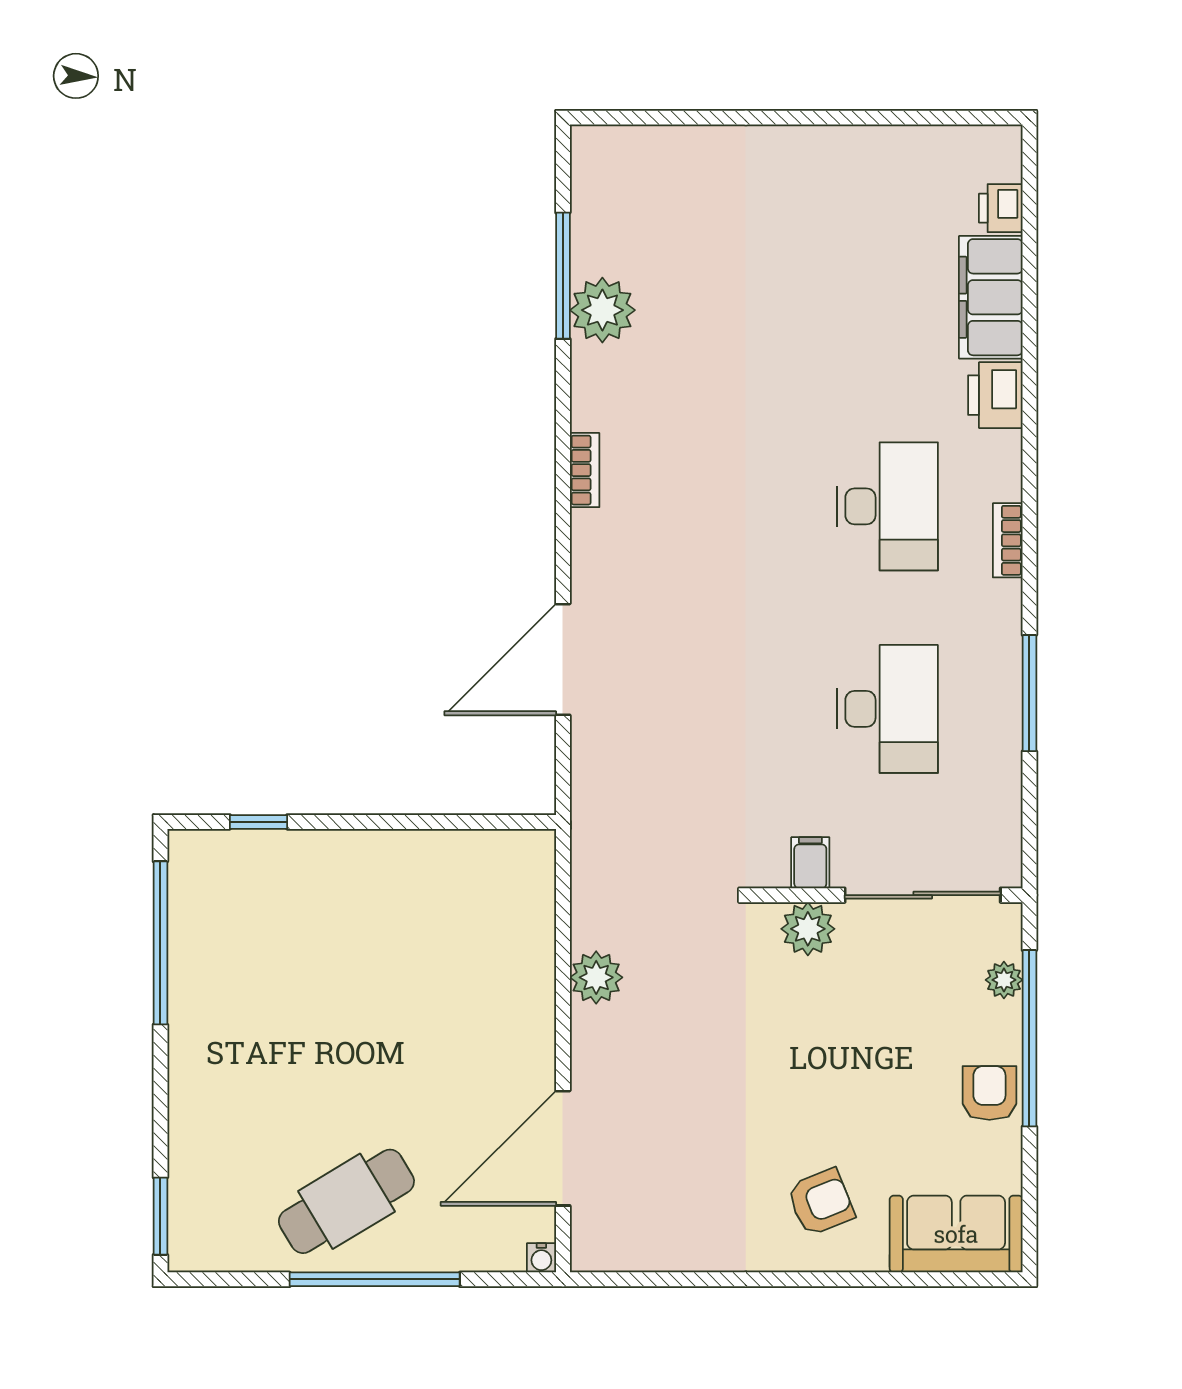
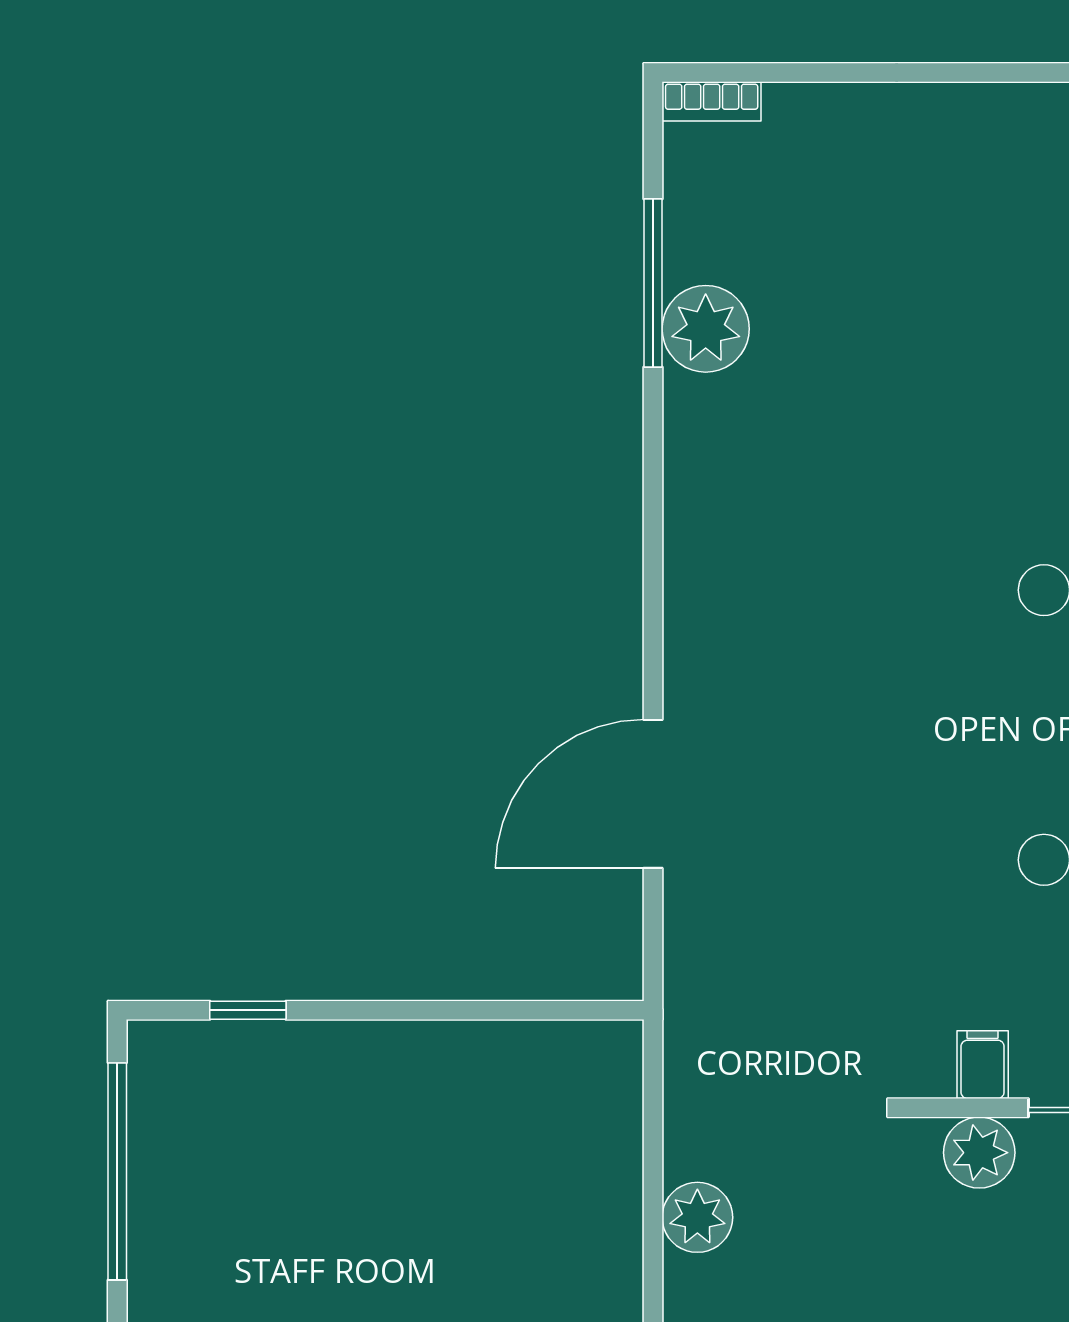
bookcase: (585, 470) -> (712, 101), moved, turned 90

